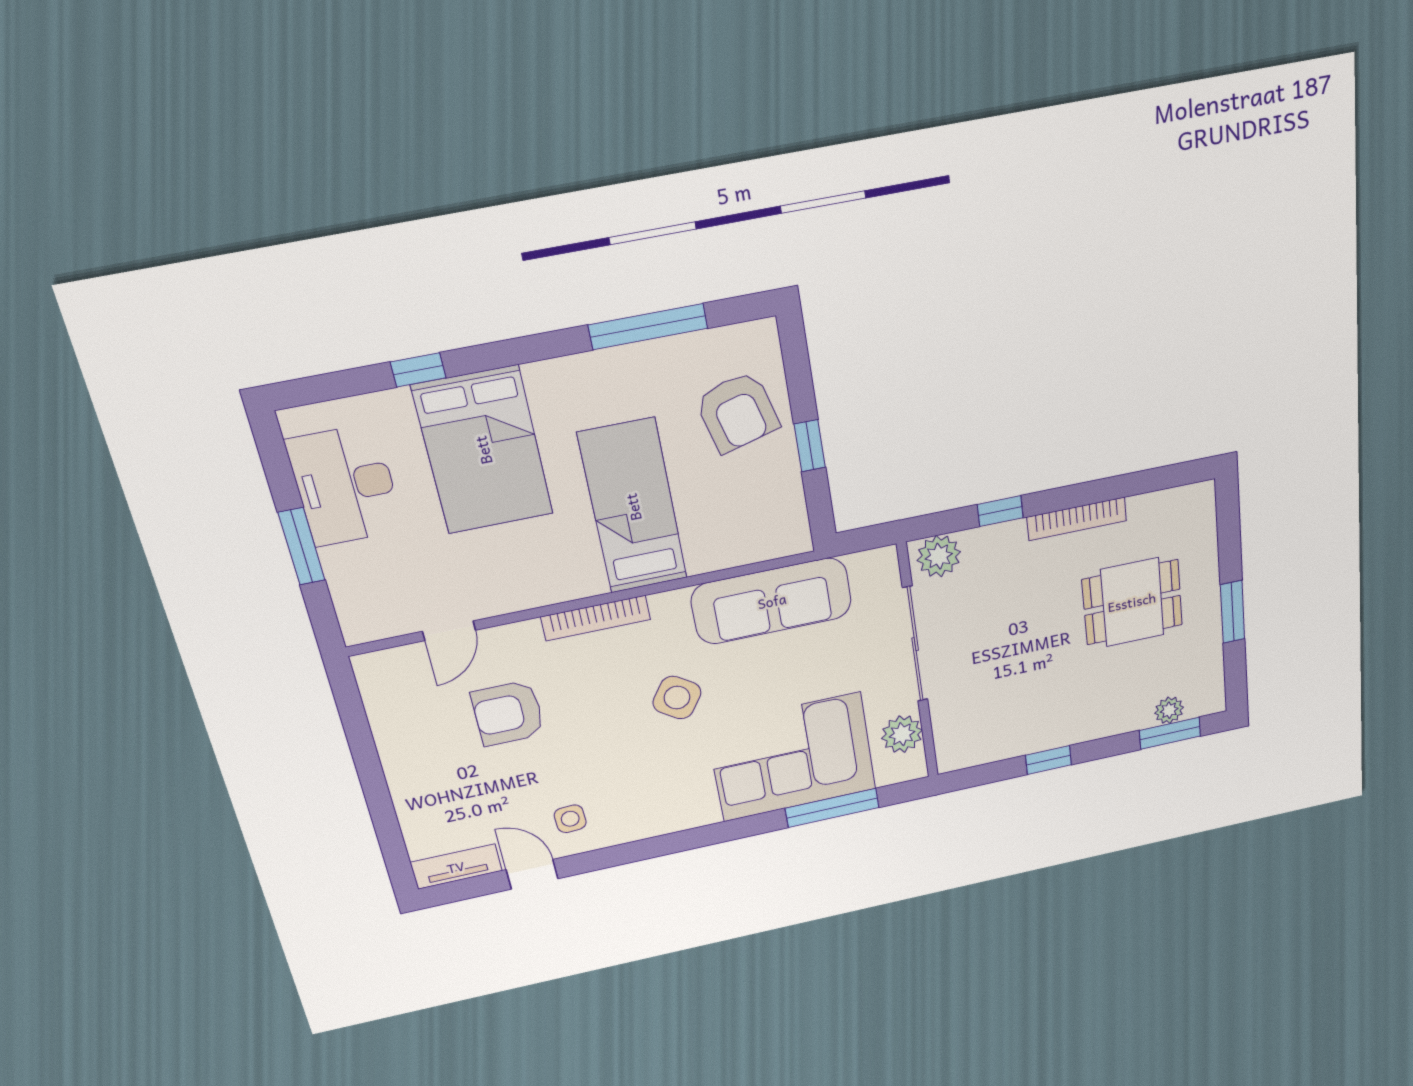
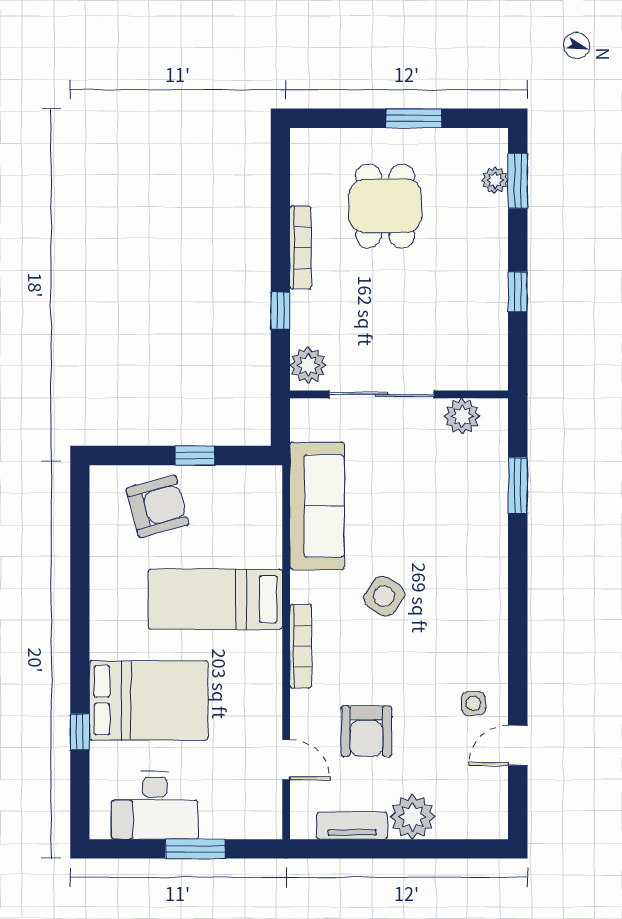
window: (648, 327) -> (80, 561), removed
corner sofa: (792, 757) -> (461, 512), removed
plant: (416, 785) -> (412, 817), added
window: (832, 808) -> (518, 485), width x0.69
tv unit: (456, 867) -> (352, 826), moved, turned 90

